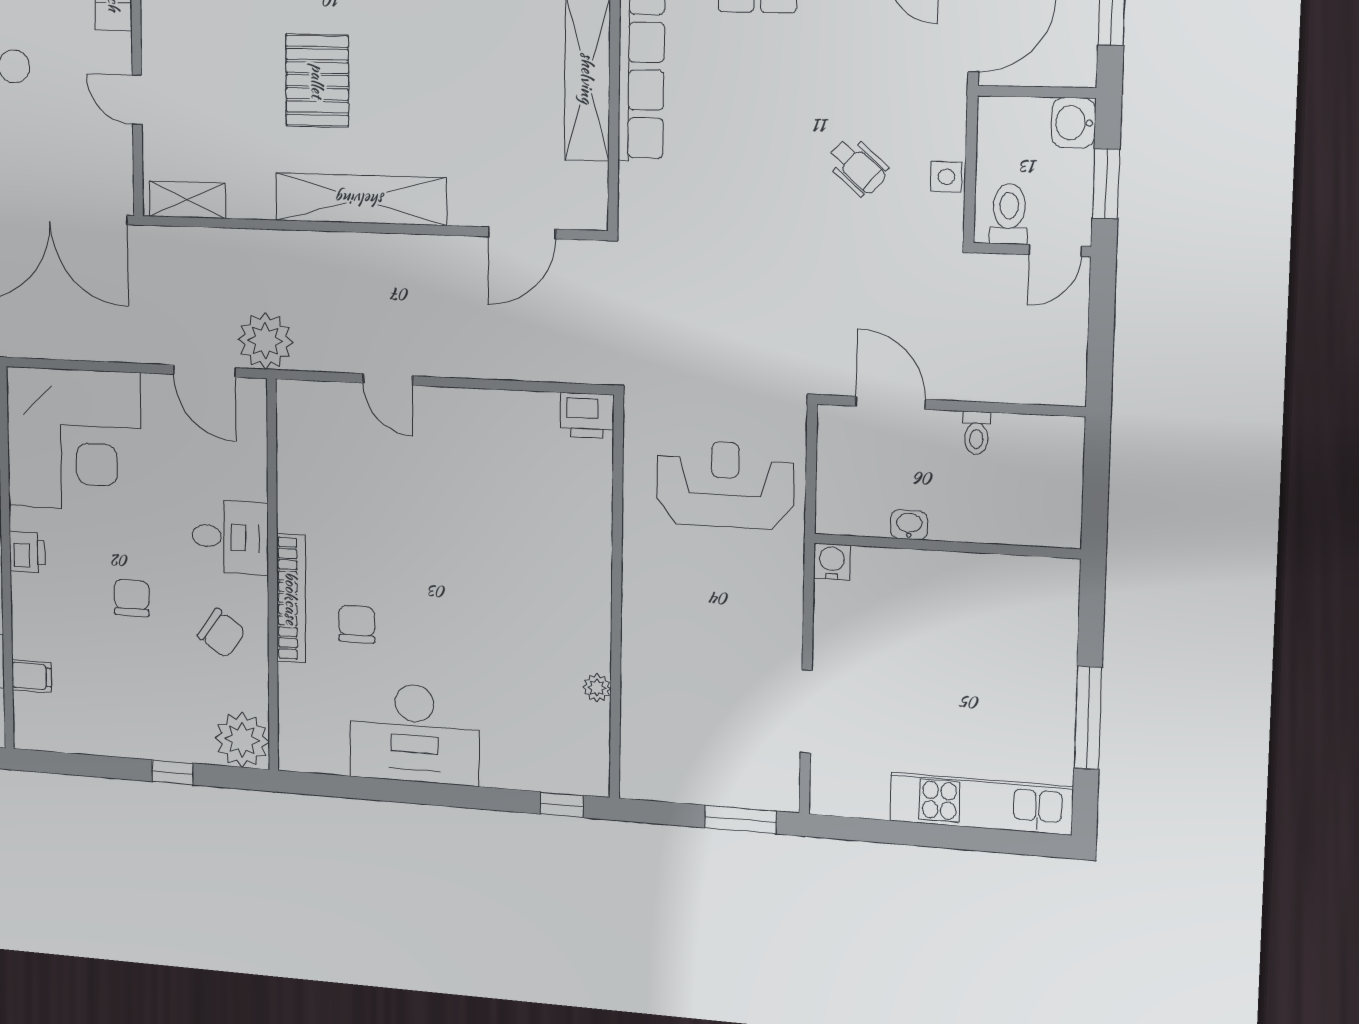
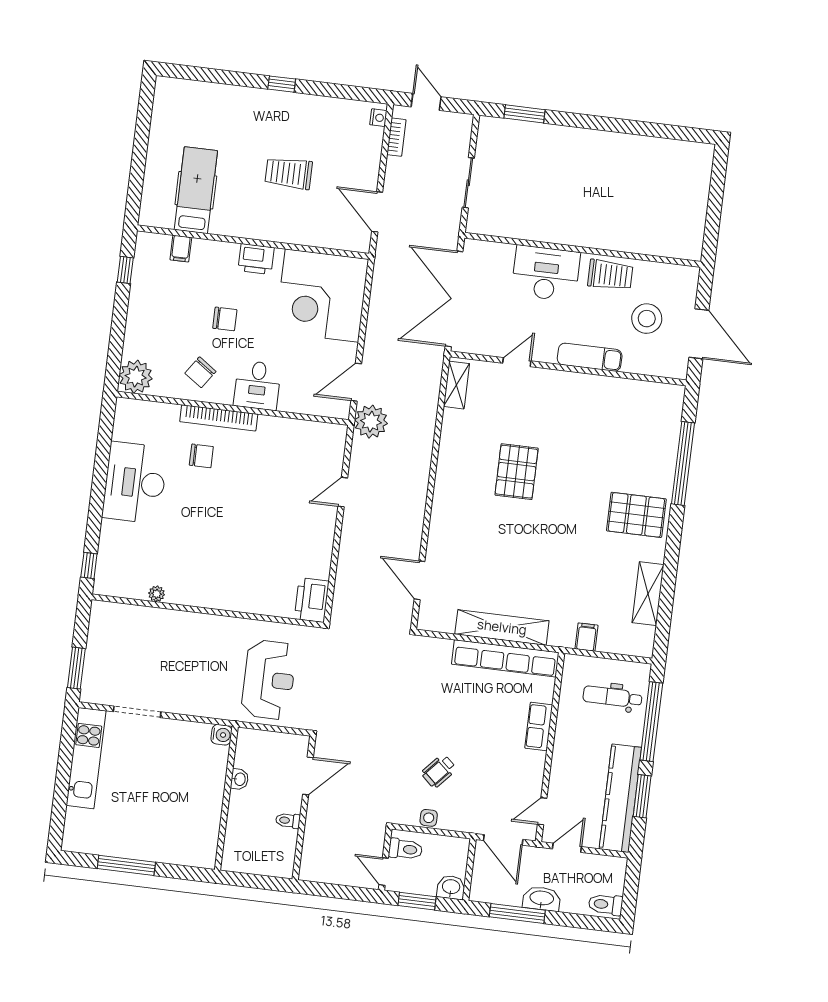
pallet: (317, 81) -> (517, 472), turned 90
shelving: (361, 199) -> (447, 489), removed
printer: (587, 415) -> (312, 600), width x1.37, depth x1.19
printer: (27, 552) -> (256, 259), width x1.36, depth x1.24
window: (173, 772) -> (125, 270), moved
kitchen unit: (981, 804) -> (86, 758), moved

